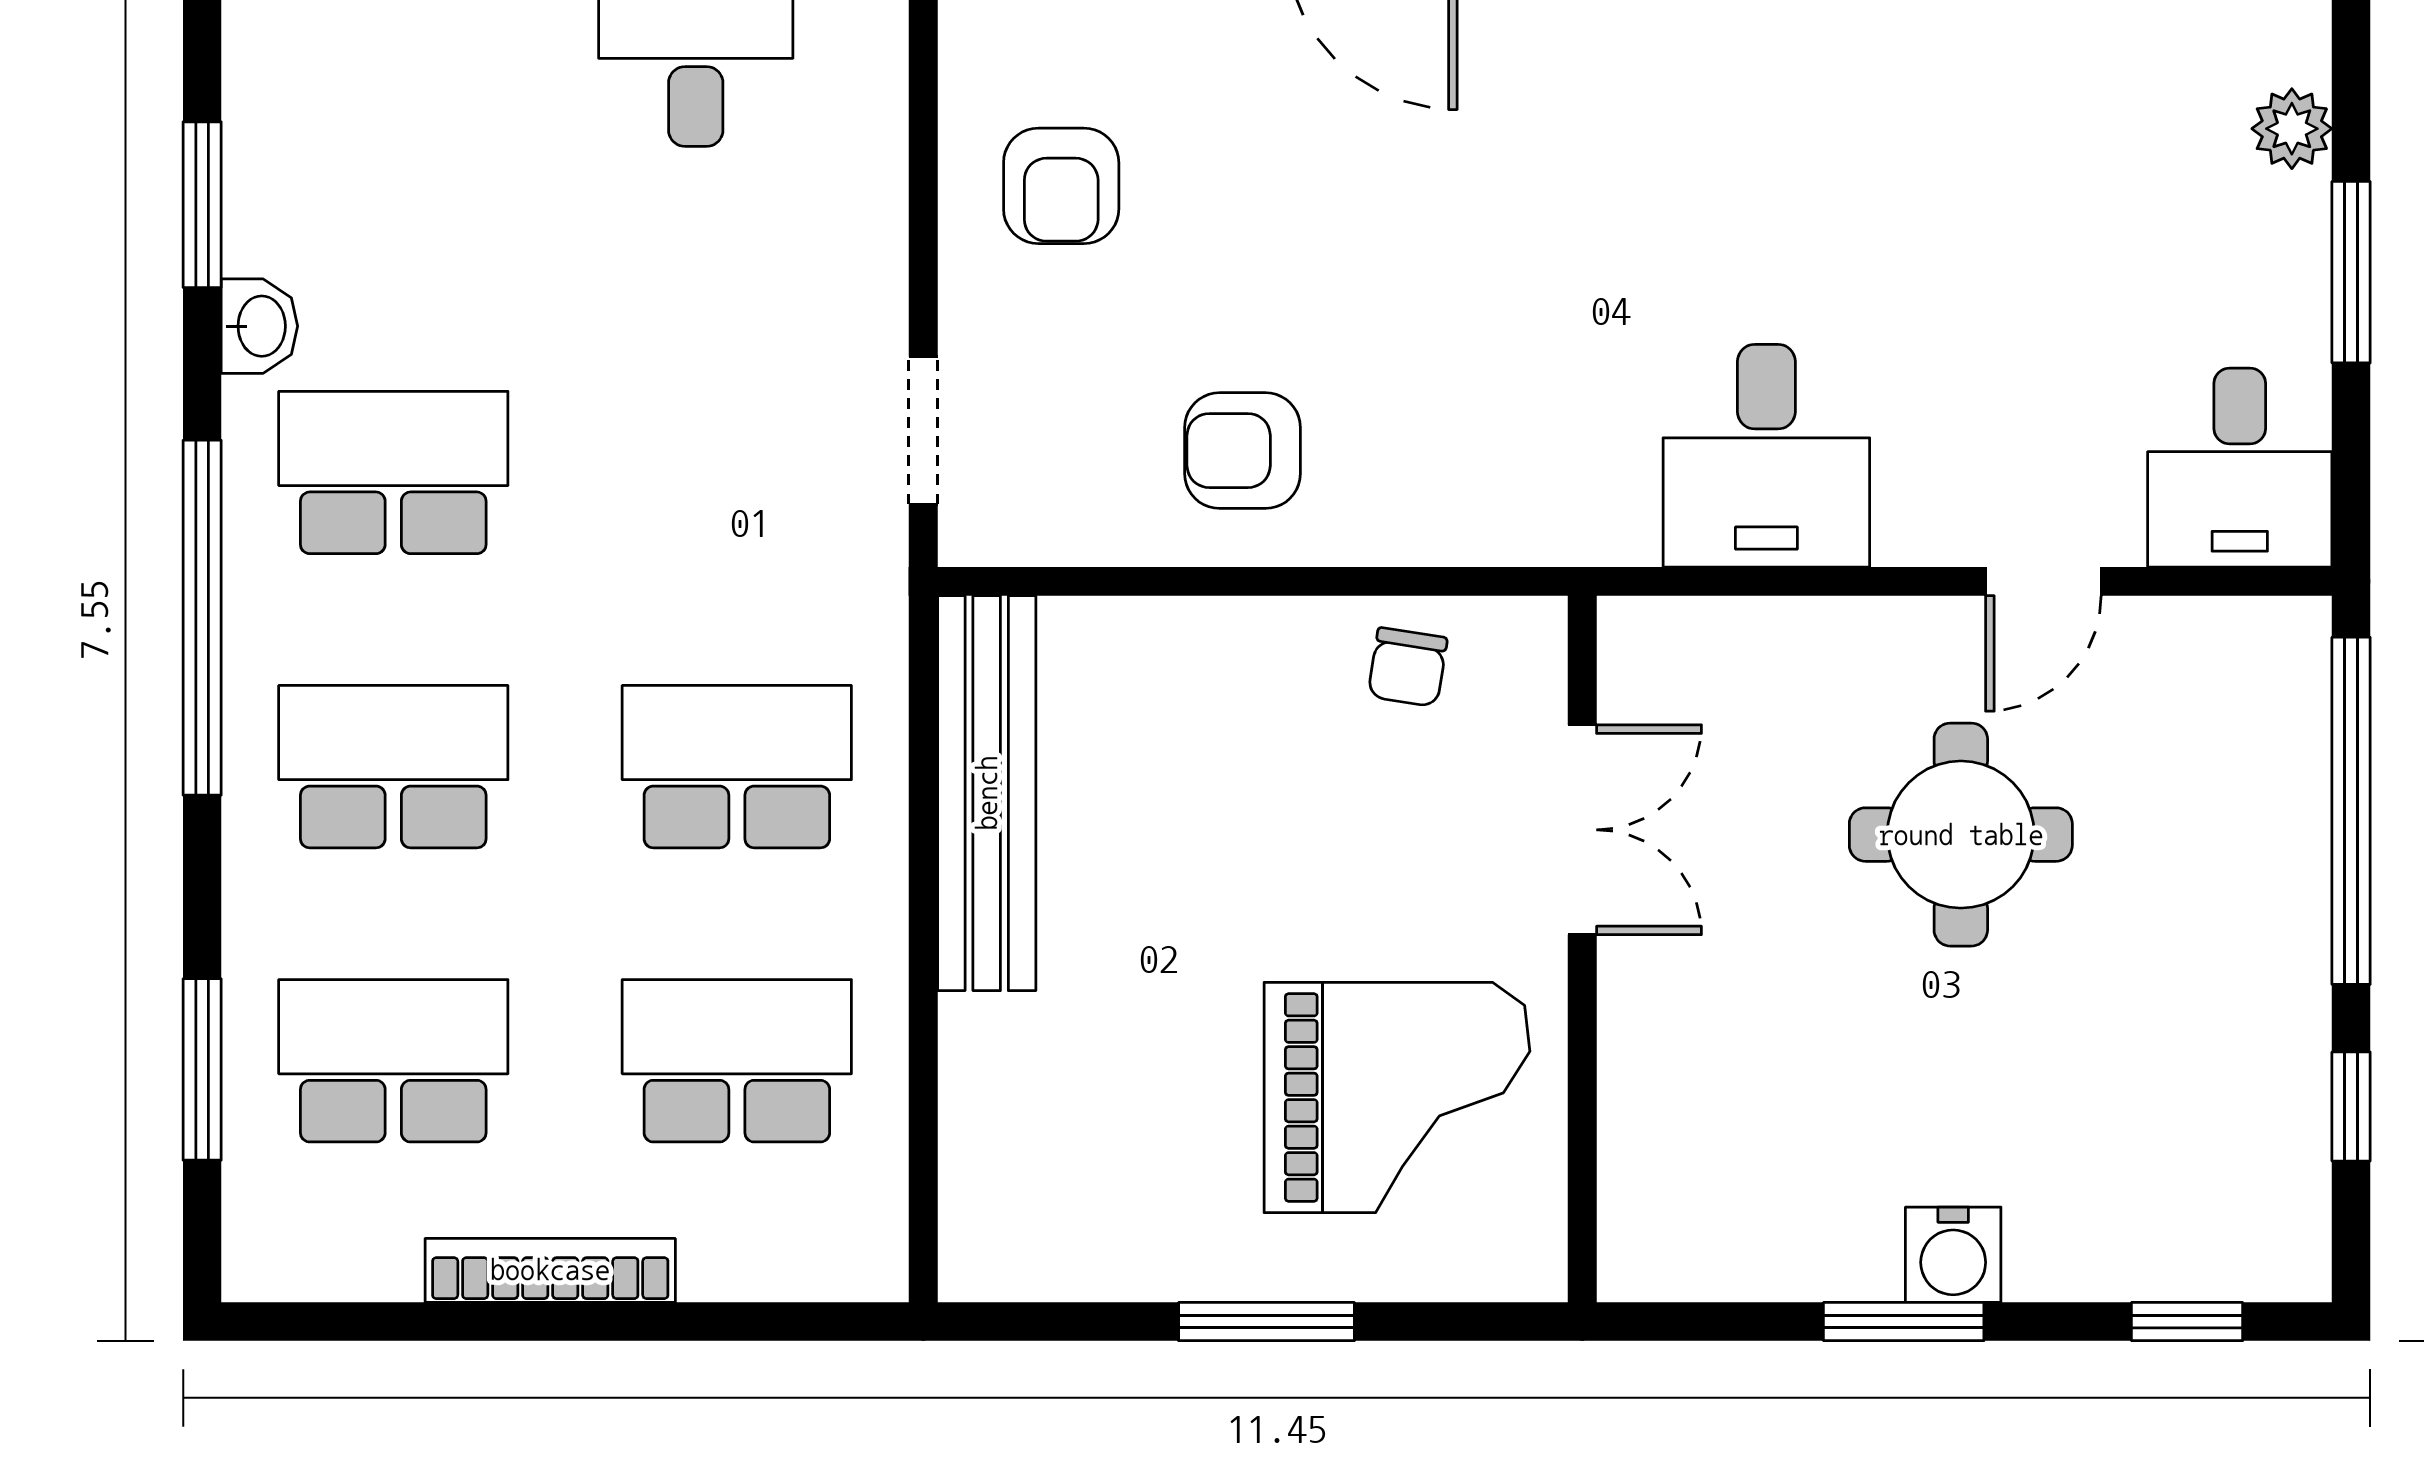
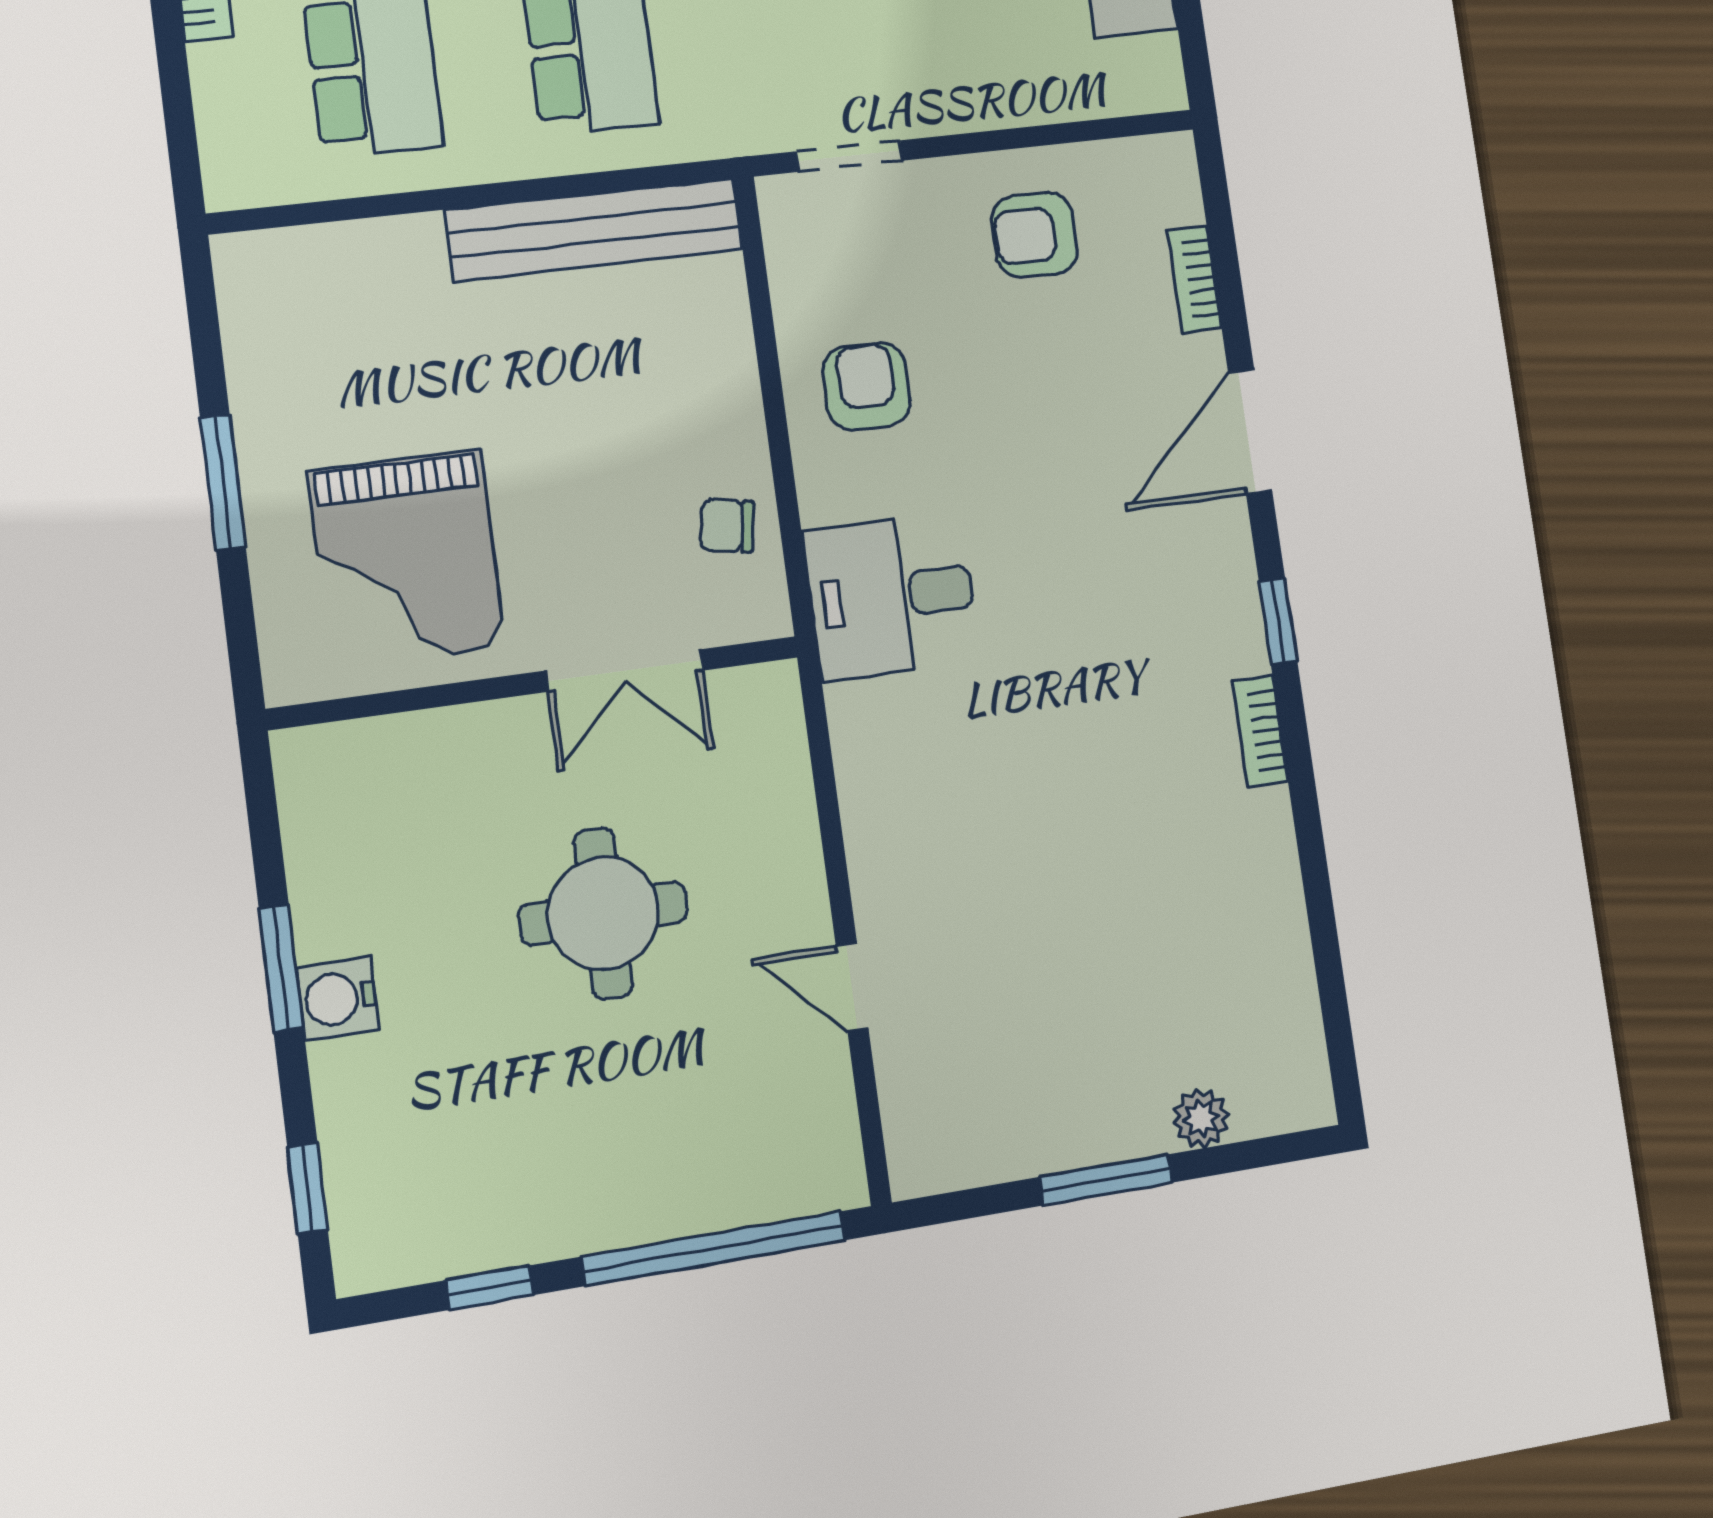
desk: (1766, 456) -> (892, 596), moved
desk: (2240, 468) -> (955, 1121), removed
round table: (1961, 835) -> (603, 913), moved

